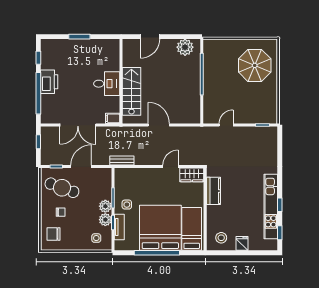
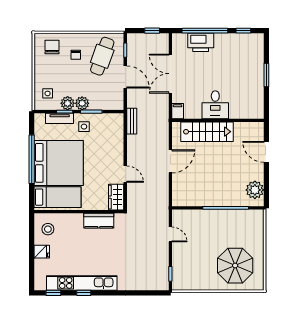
printer: (49, 82) -> (201, 42), moved

